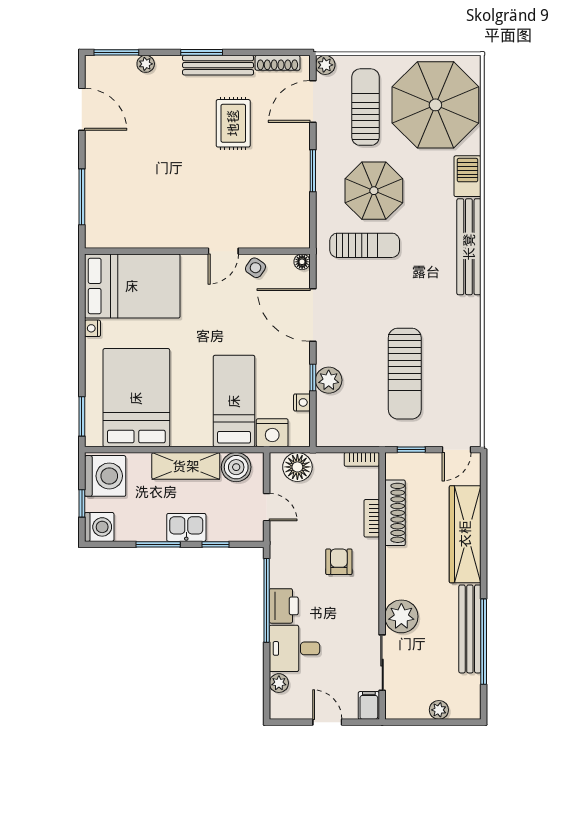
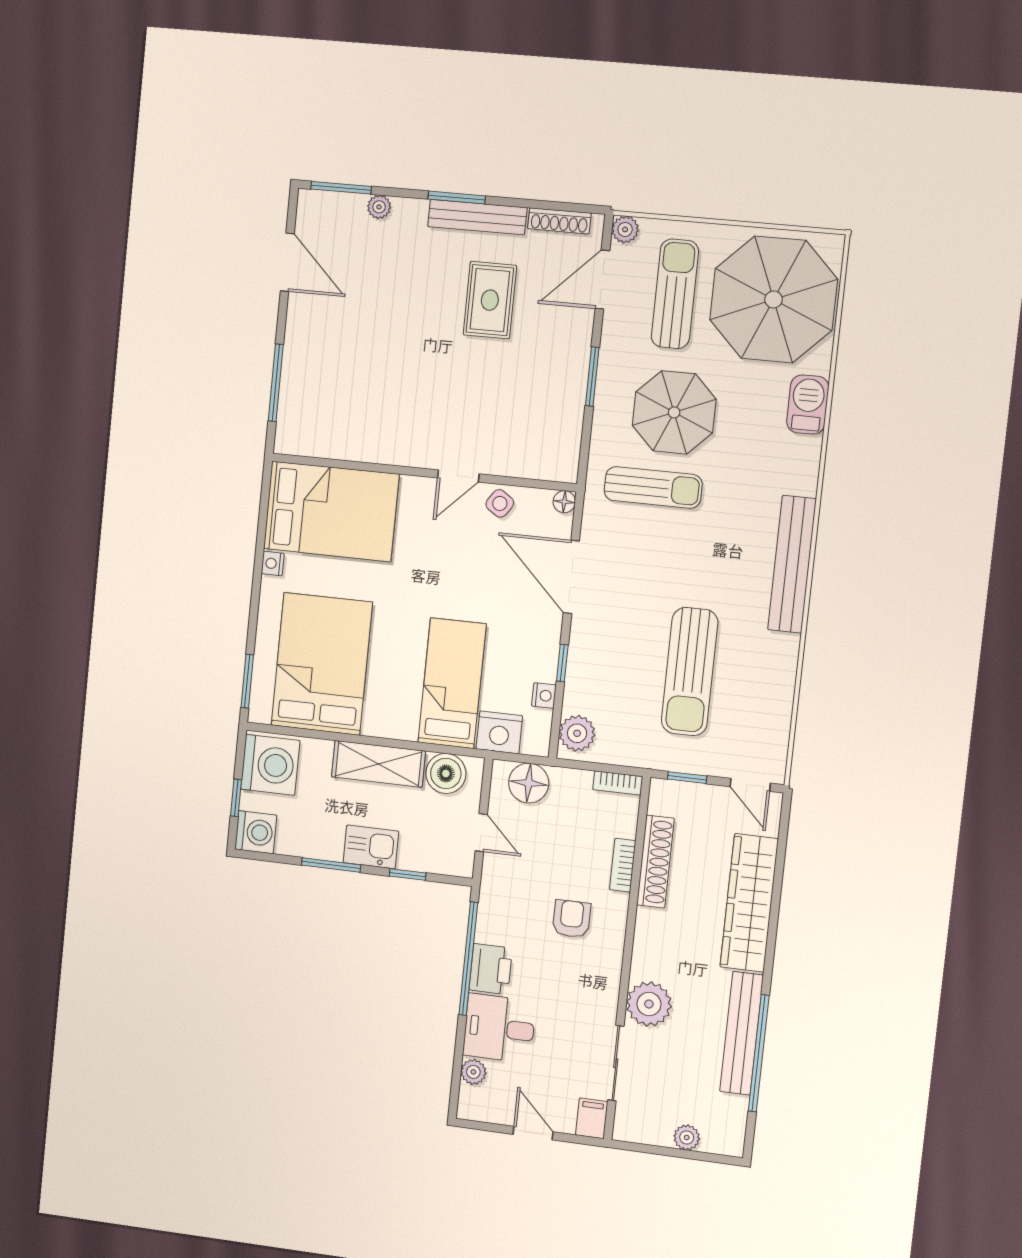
bench: (469, 247) -> (792, 564), moved
plant: (329, 380) -> (577, 733), moved
door: (457, 450) -> (750, 785), hinge flipped

